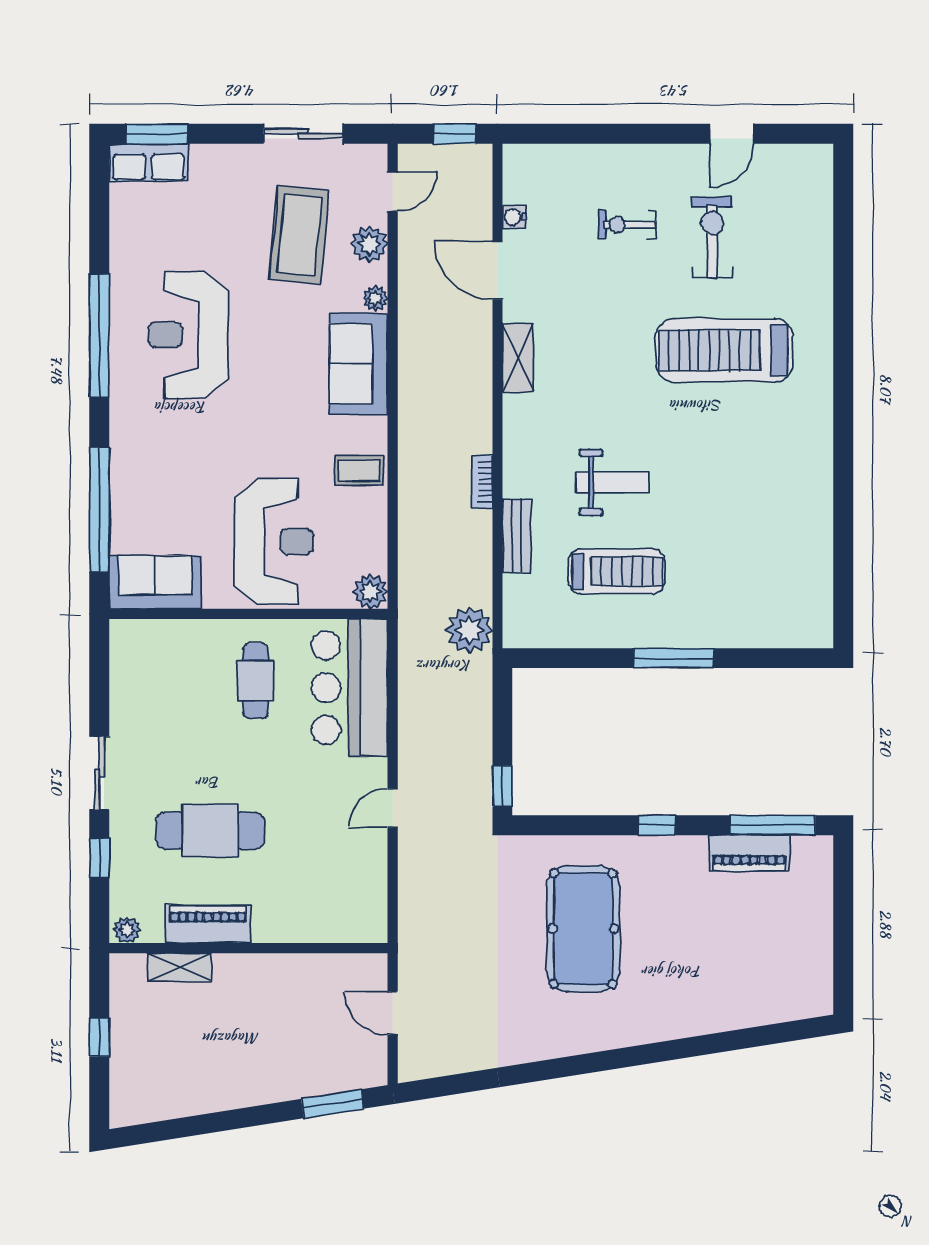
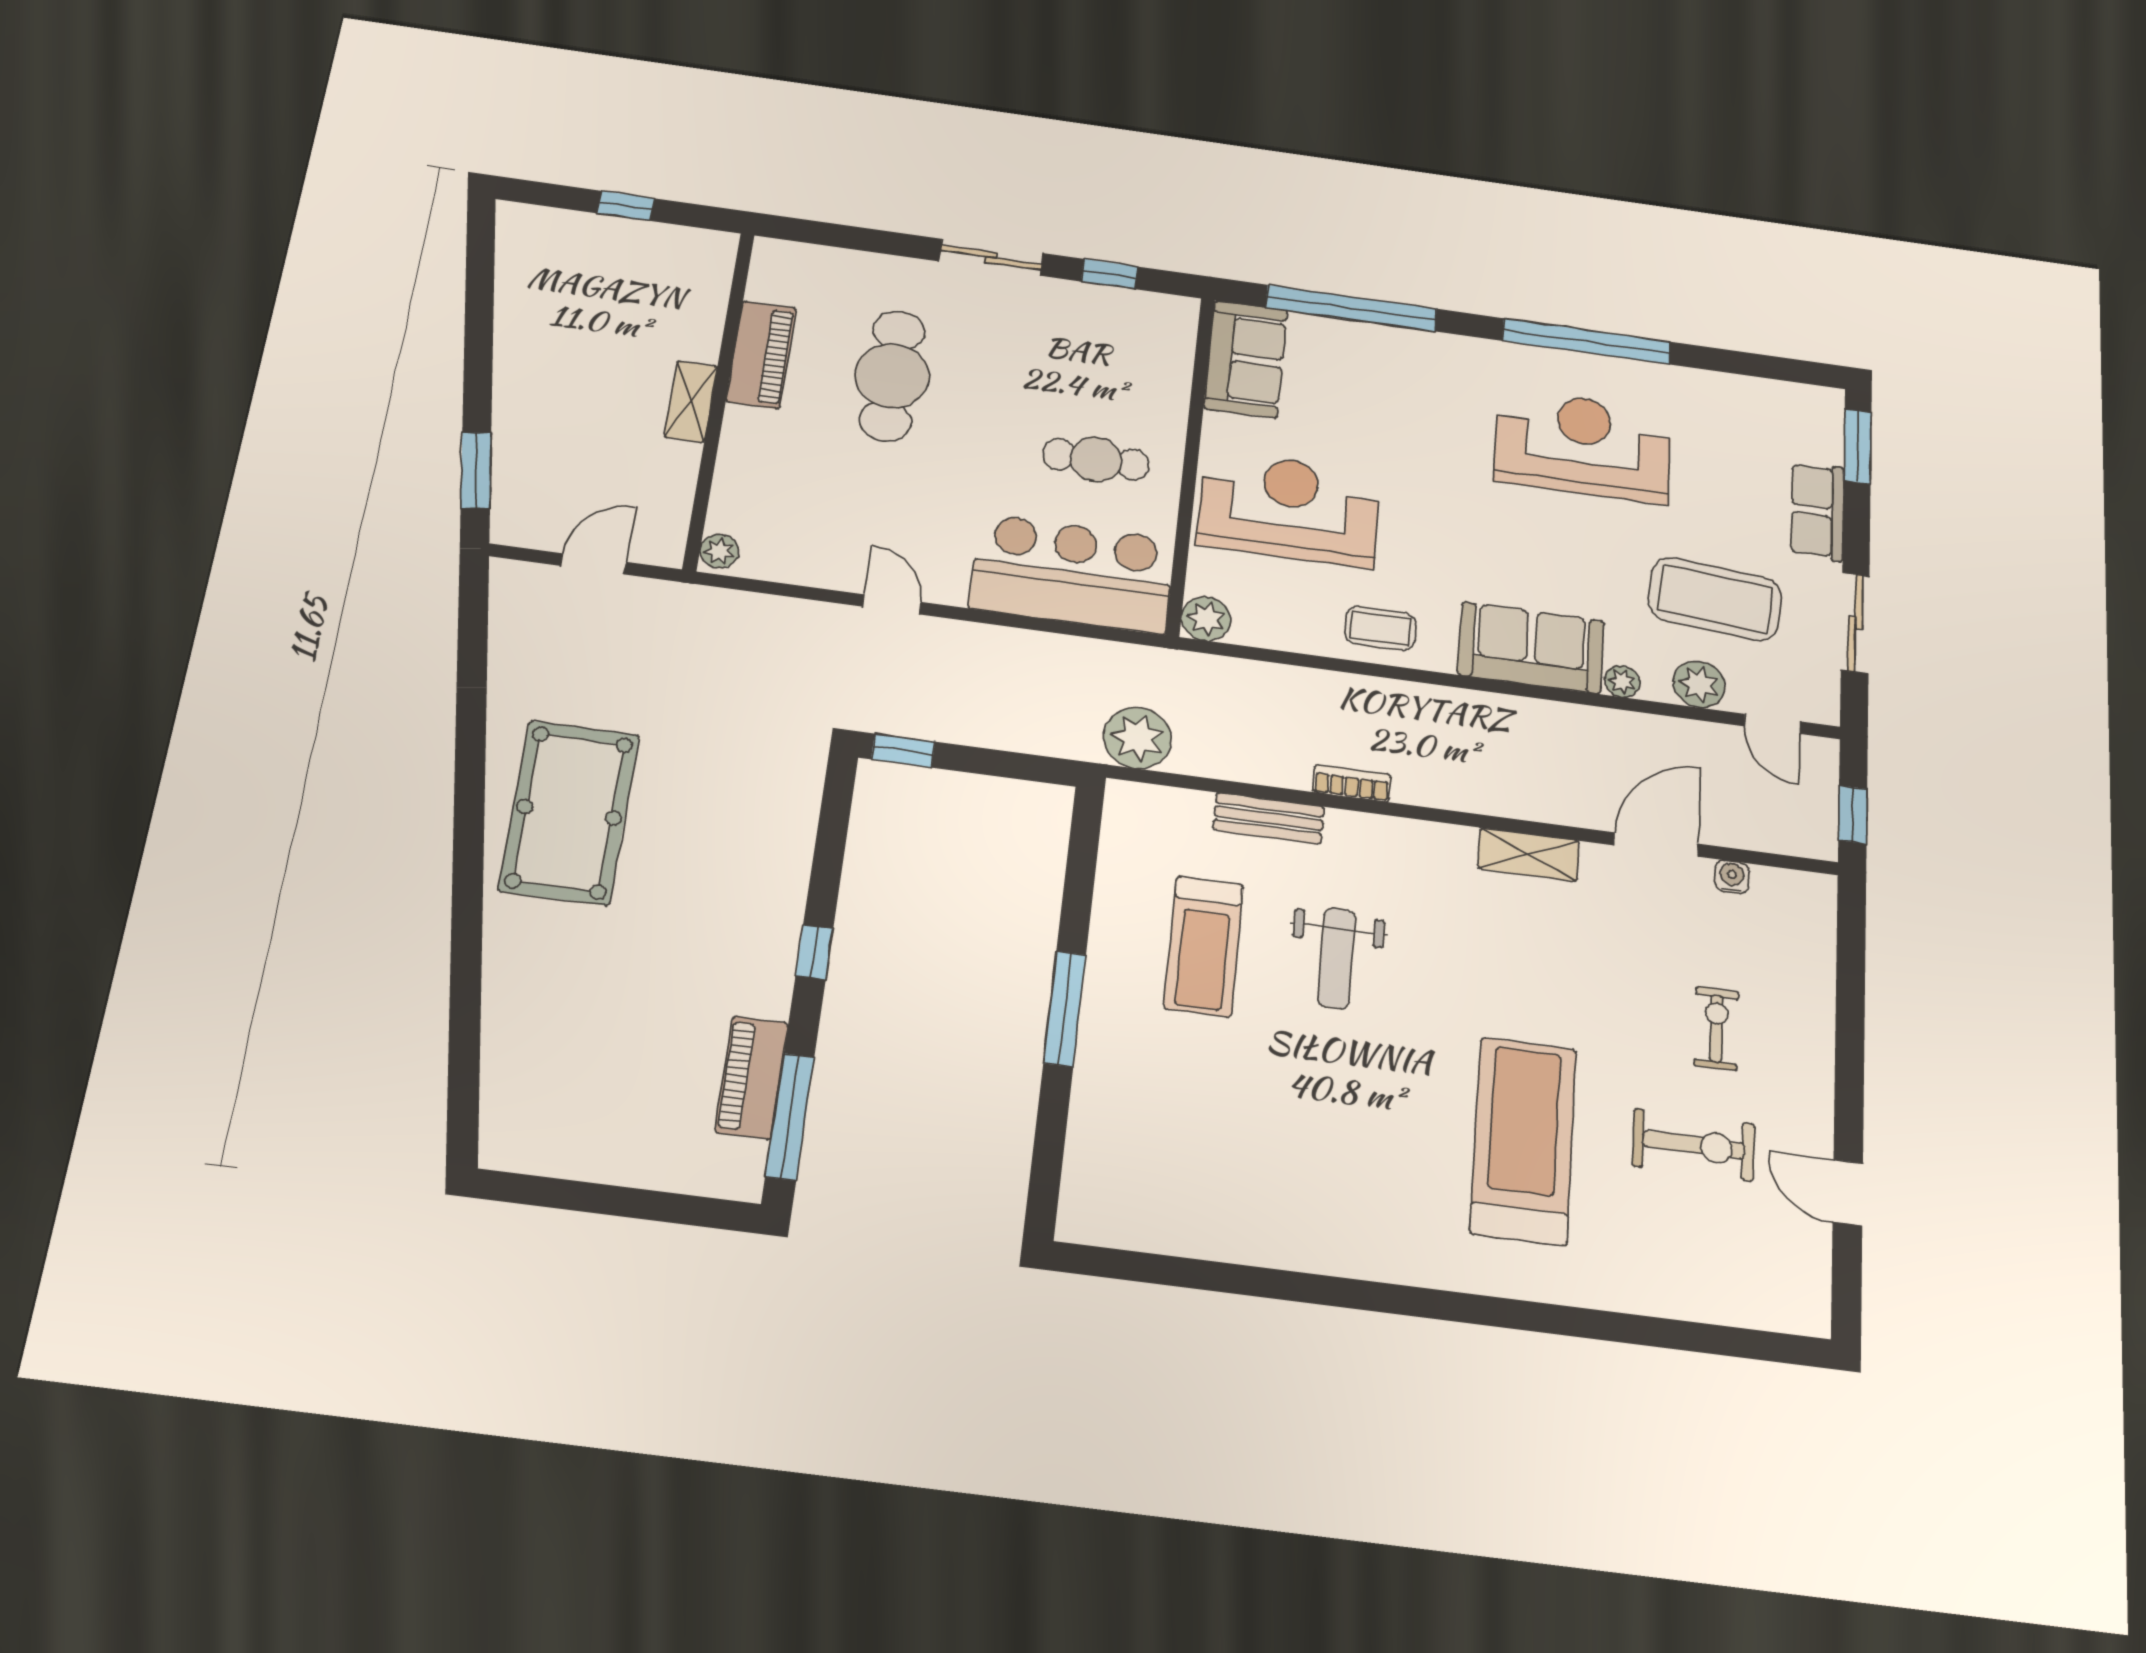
row of seats: (149, 162) -> (1817, 511), moved
coffee table: (359, 470) -> (1380, 628), turned 90
reception desk: (274, 541) -> (1289, 509), turned 180
window: (99, 858) -> (1109, 274), moved
pool table: (583, 929) -> (569, 812), moved, turned 90
plant: (127, 930) -> (719, 551), moved
shelving: (179, 967) -> (691, 401), moved

